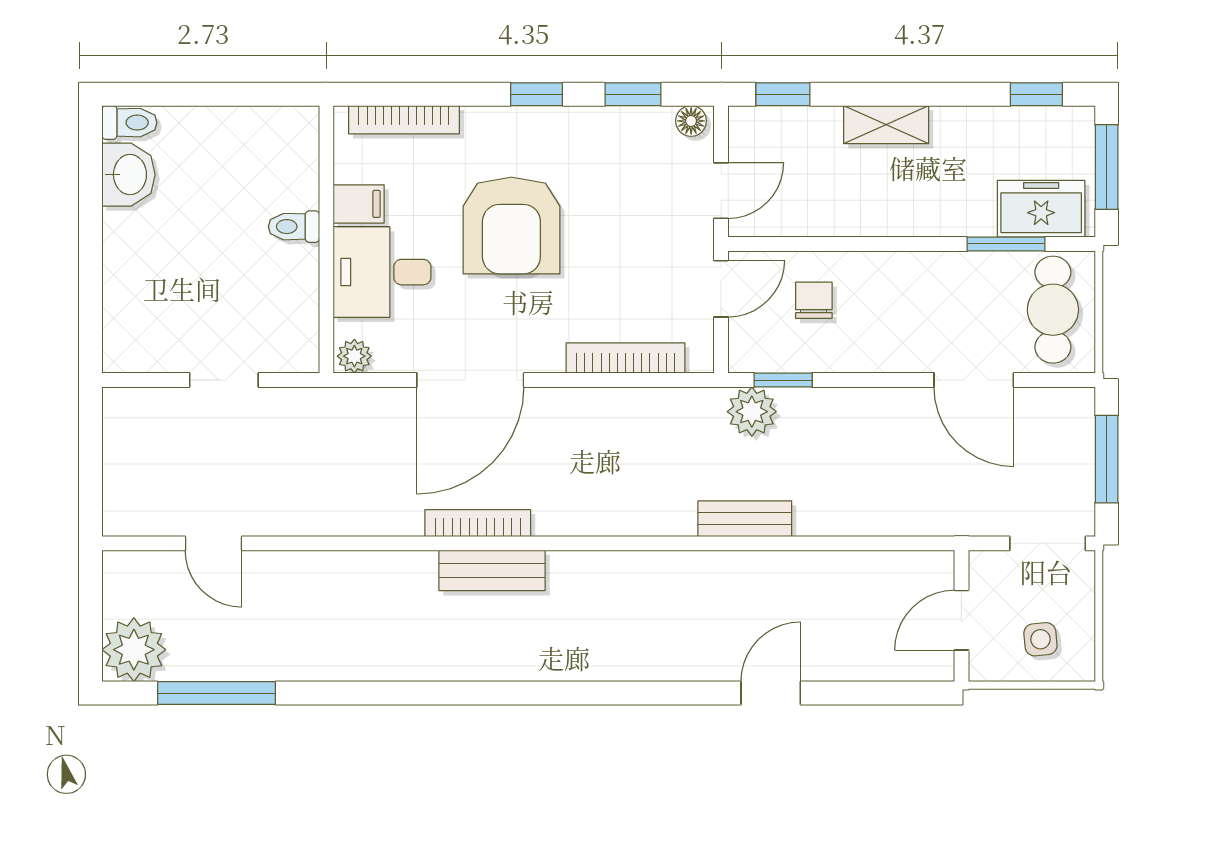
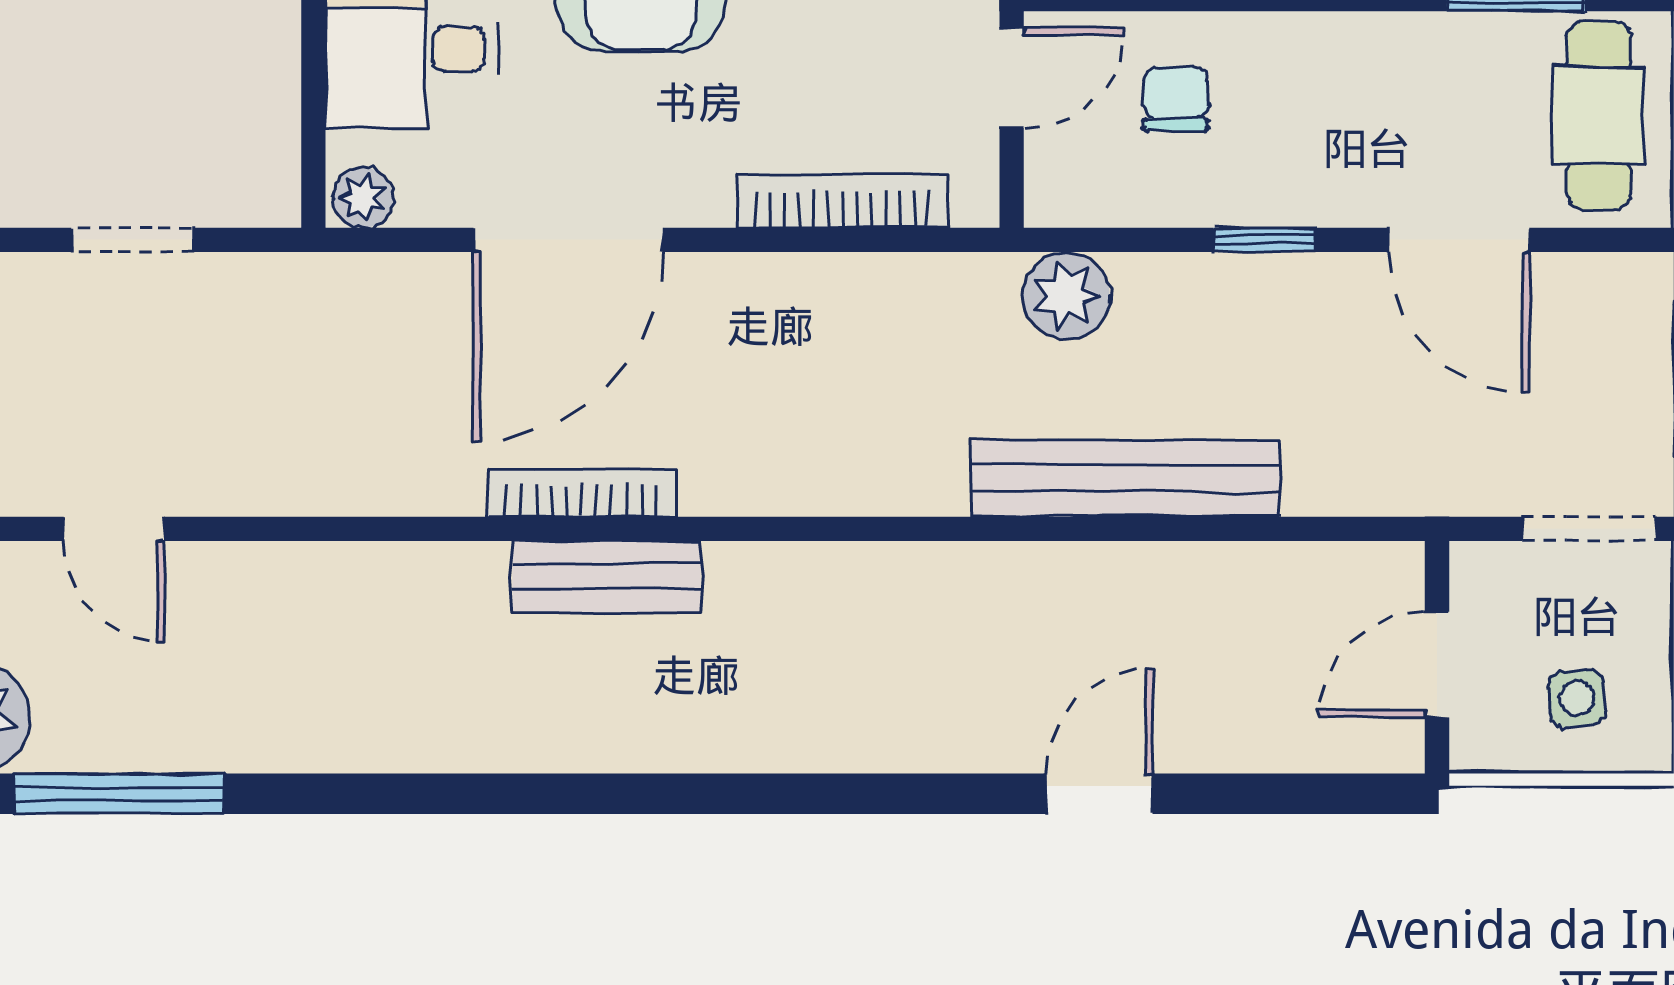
window: (783, 380) -> (1265, 240), moved
bench: (745, 519) -> (1125, 478), width x1.86, depth x1.21

